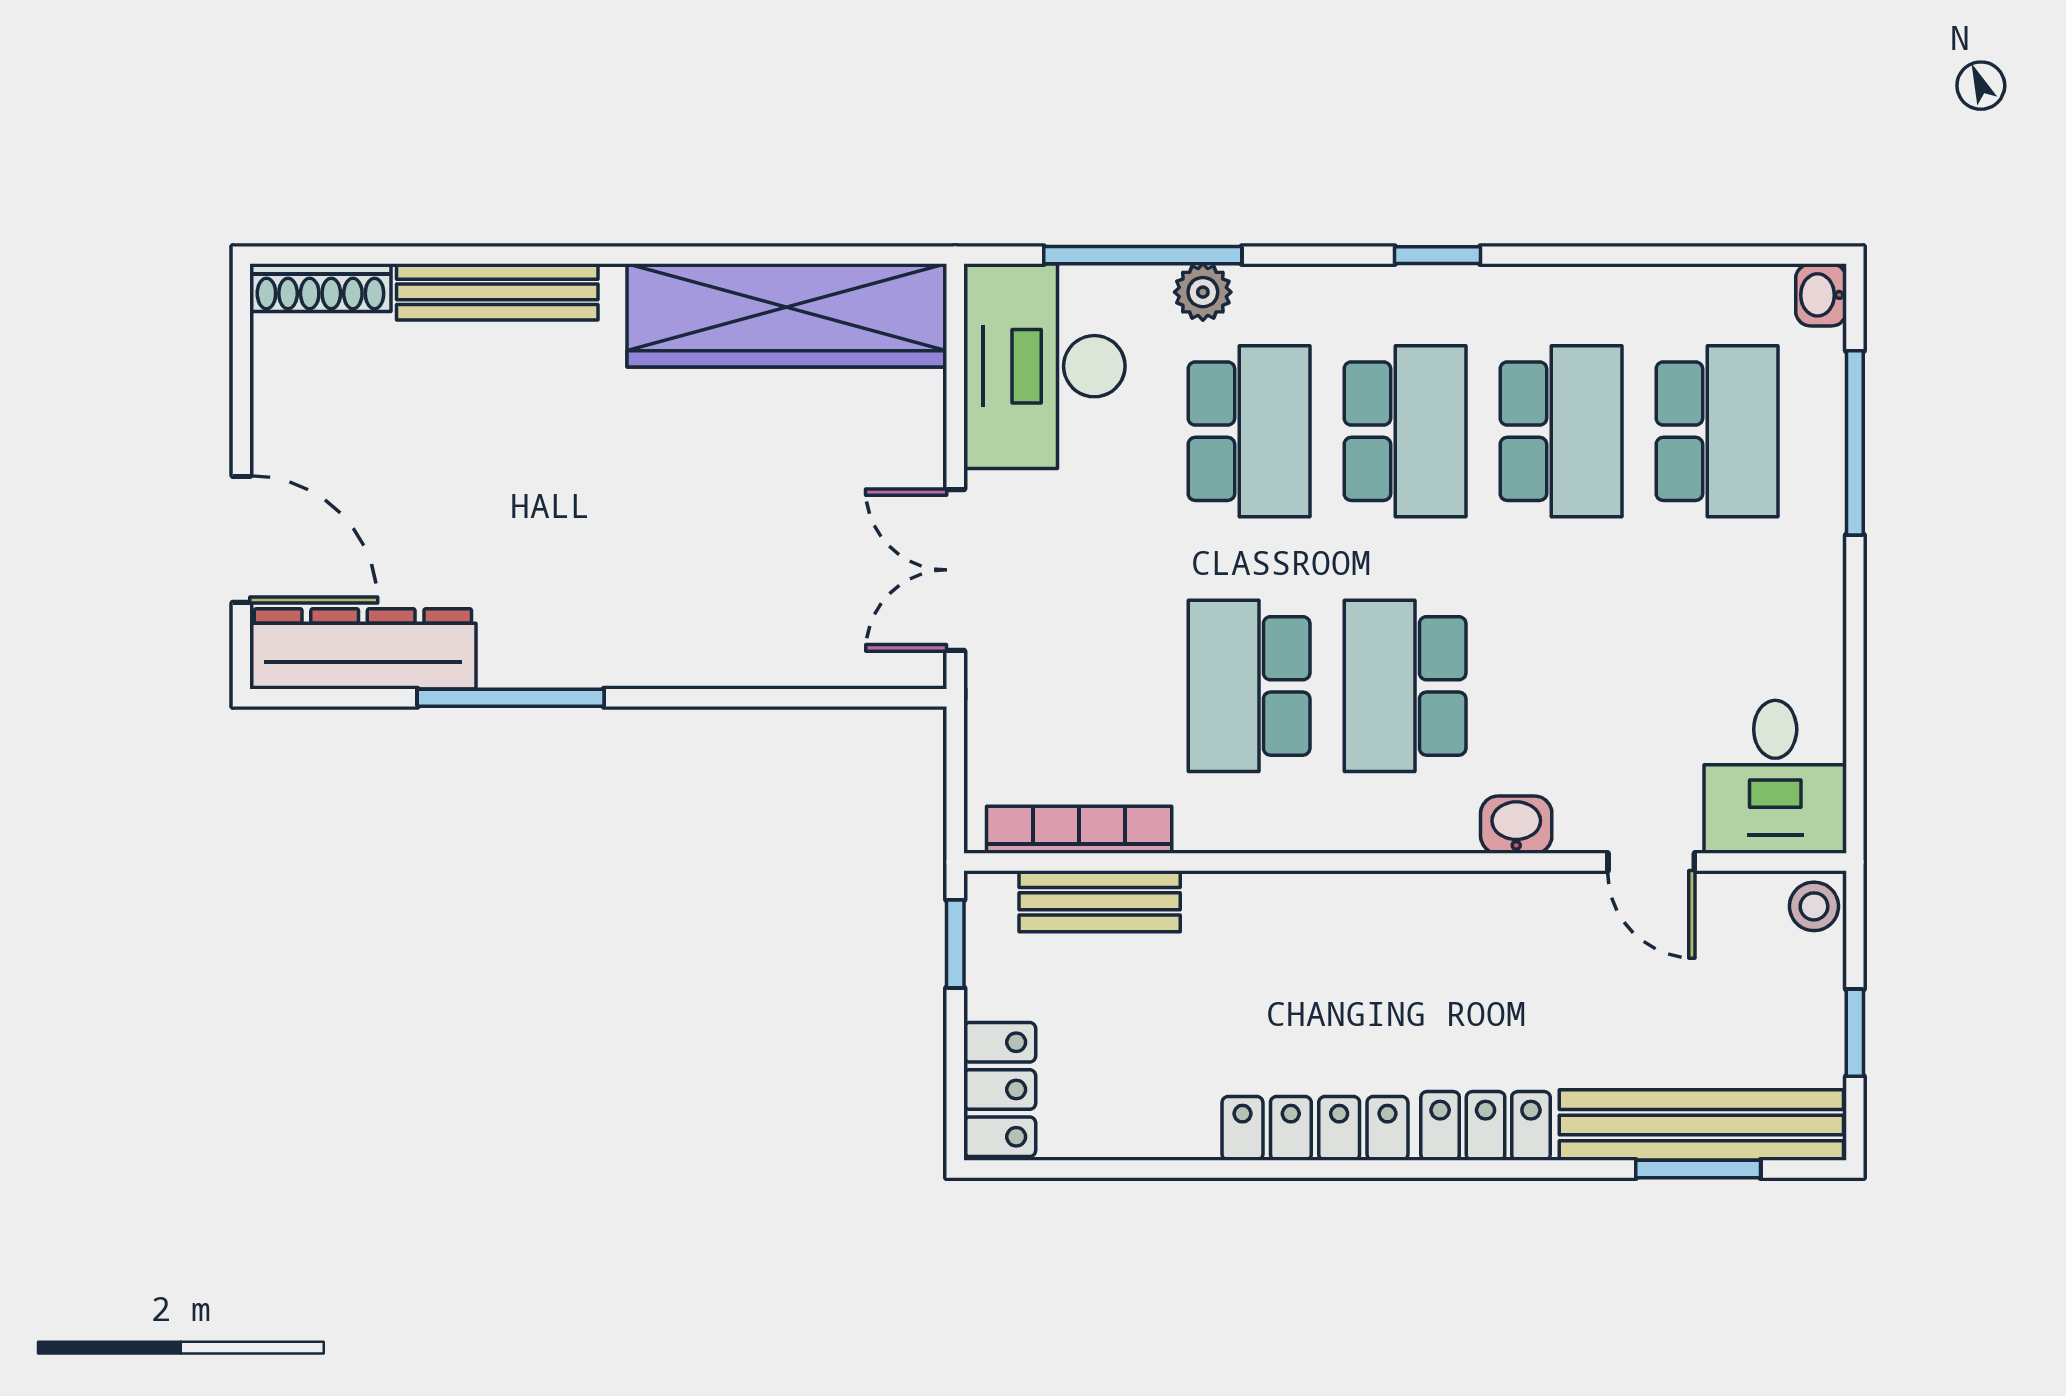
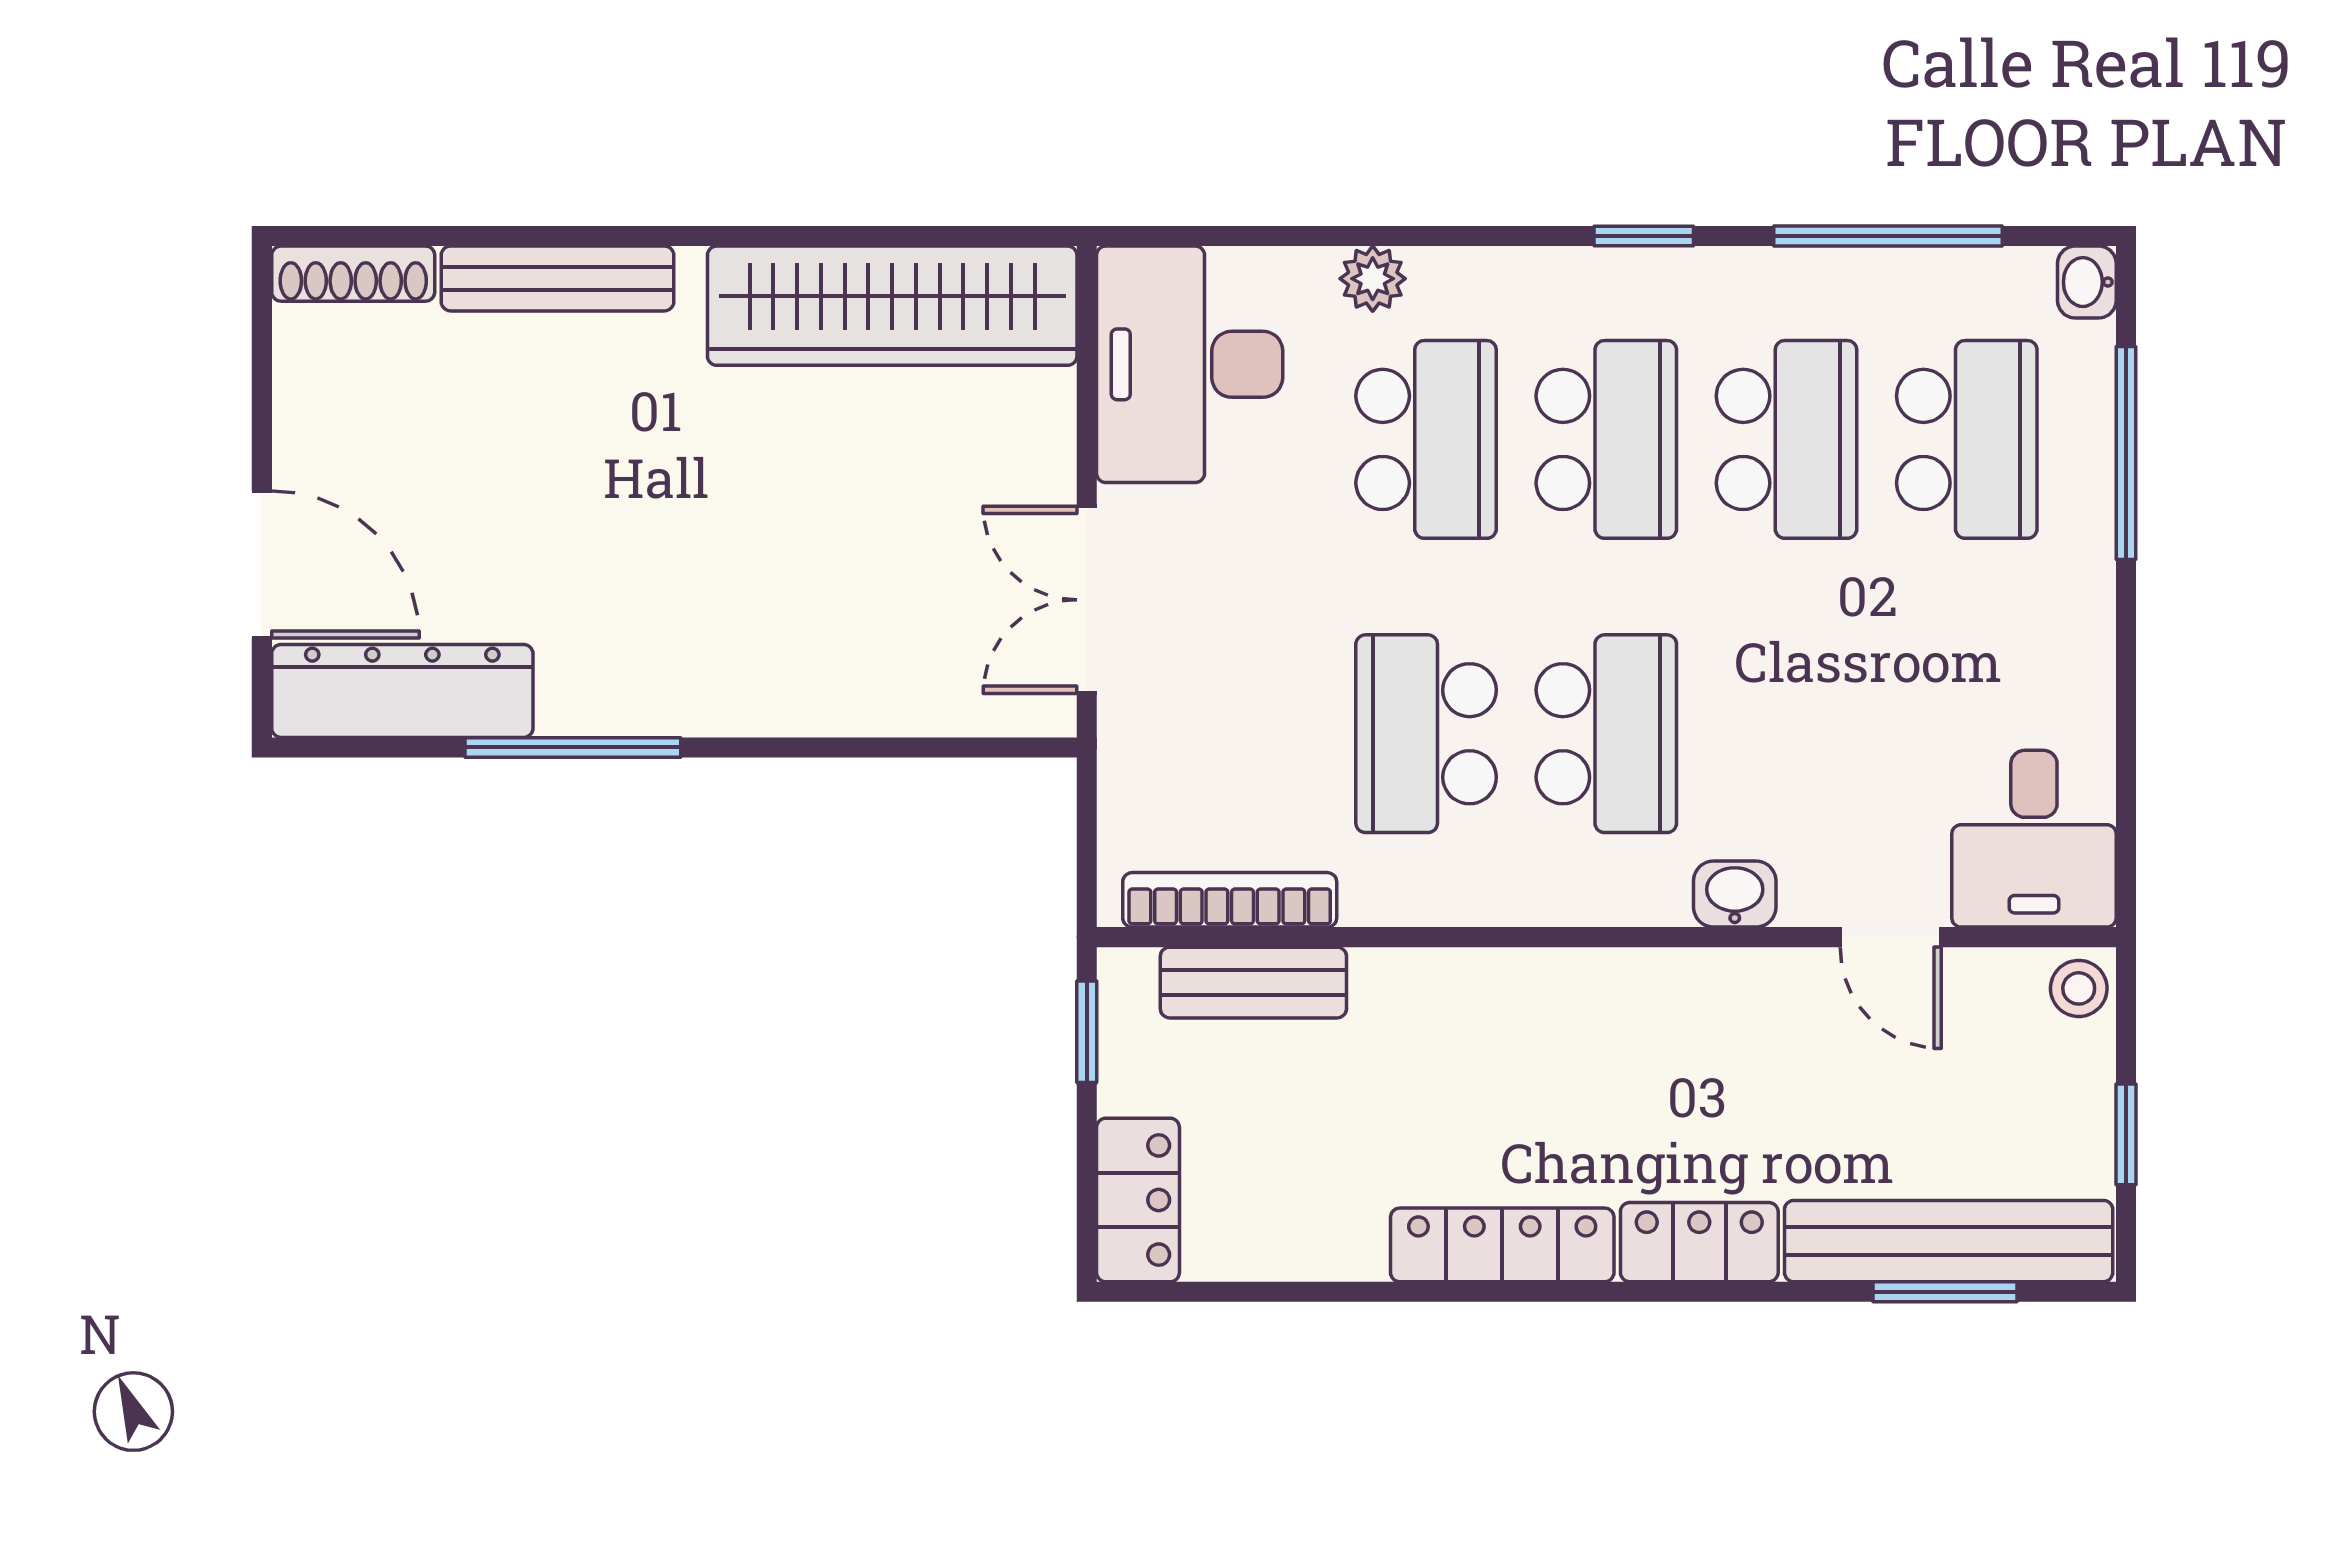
window: (1143, 255) -> (1888, 236), moved
school desk: (1405, 686) -> (1606, 734), turned 180

